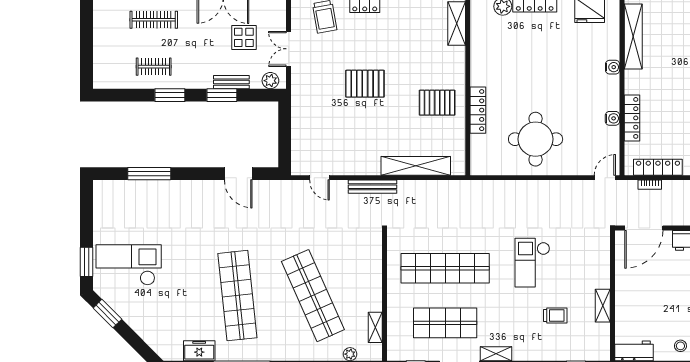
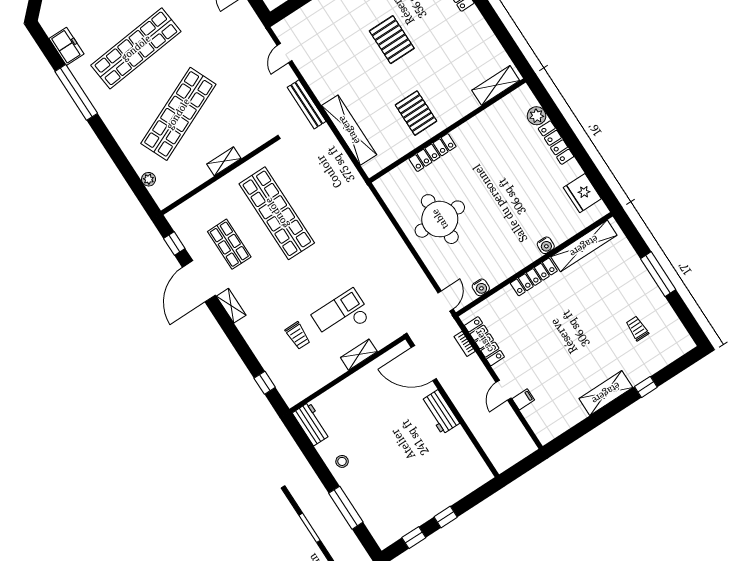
water cooler: (612, 118) -> (481, 287), moved
locker: (632, 118) -> (534, 277), moved
door: (605, 178) -> (445, 301), hinge flipped
checkout: (532, 263) -> (342, 316), moved
shelving: (603, 306) -> (359, 355), moved
shop shelf: (445, 323) -> (229, 244), width x0.70, depth x0.74
shelving: (375, 327) -> (224, 161), moved

